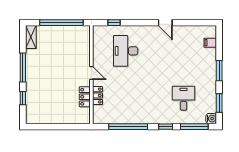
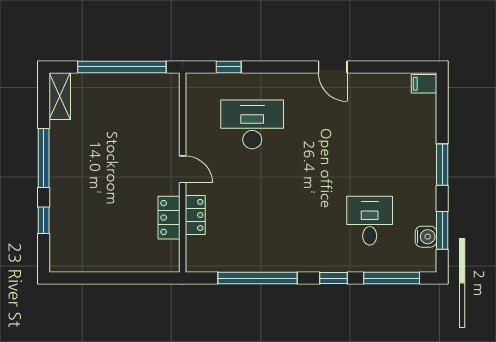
filing cabinet: (210, 43) -> (424, 84), moved
desk: (126, 51) -> (252, 124), turned 90
water cooler: (211, 119) -> (426, 237), moved

